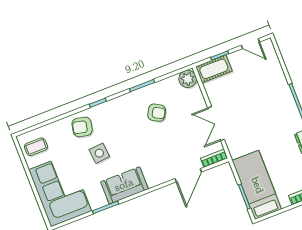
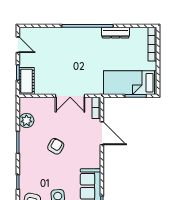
door: (250, 44) -> (18, 45), hinge flipped
plant: (188, 79) -> (26, 120), moved
armchair: (157, 113) -> (56, 146), moved

